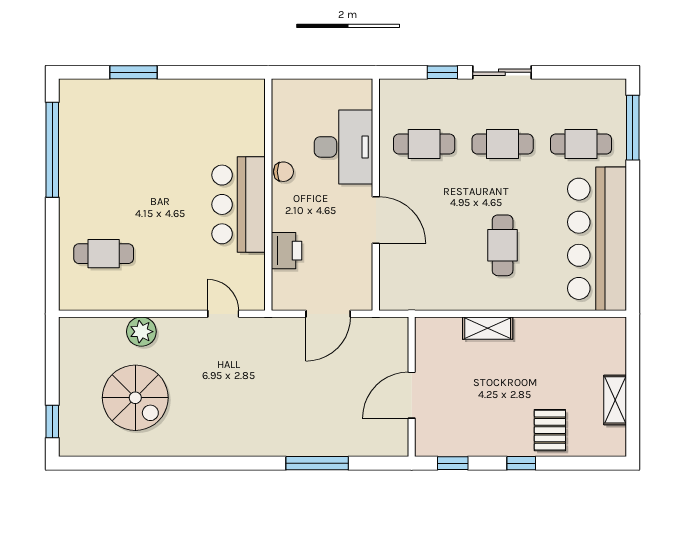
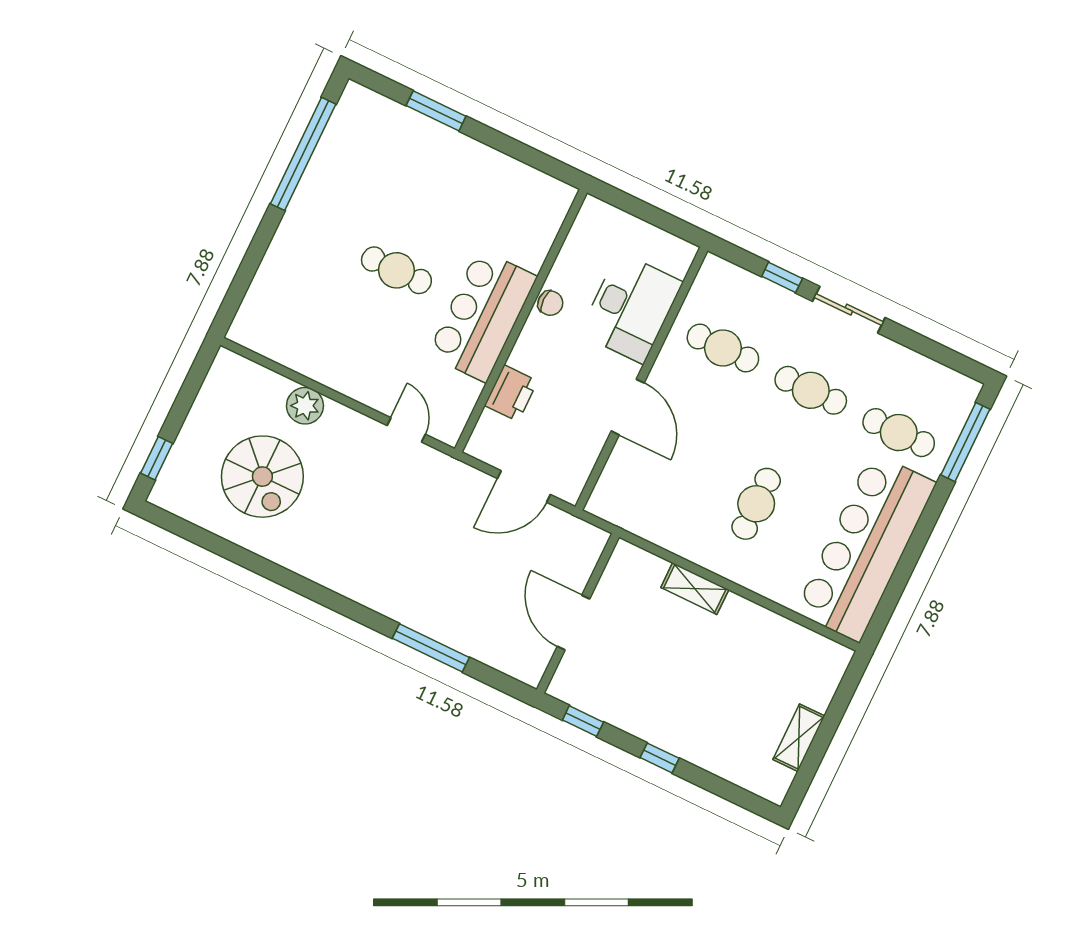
cafe table: (104, 254) -> (396, 270), moved
door: (412, 395) -> (573, 623), hinge flipped
pallet: (550, 430) -> (710, 736), removed

